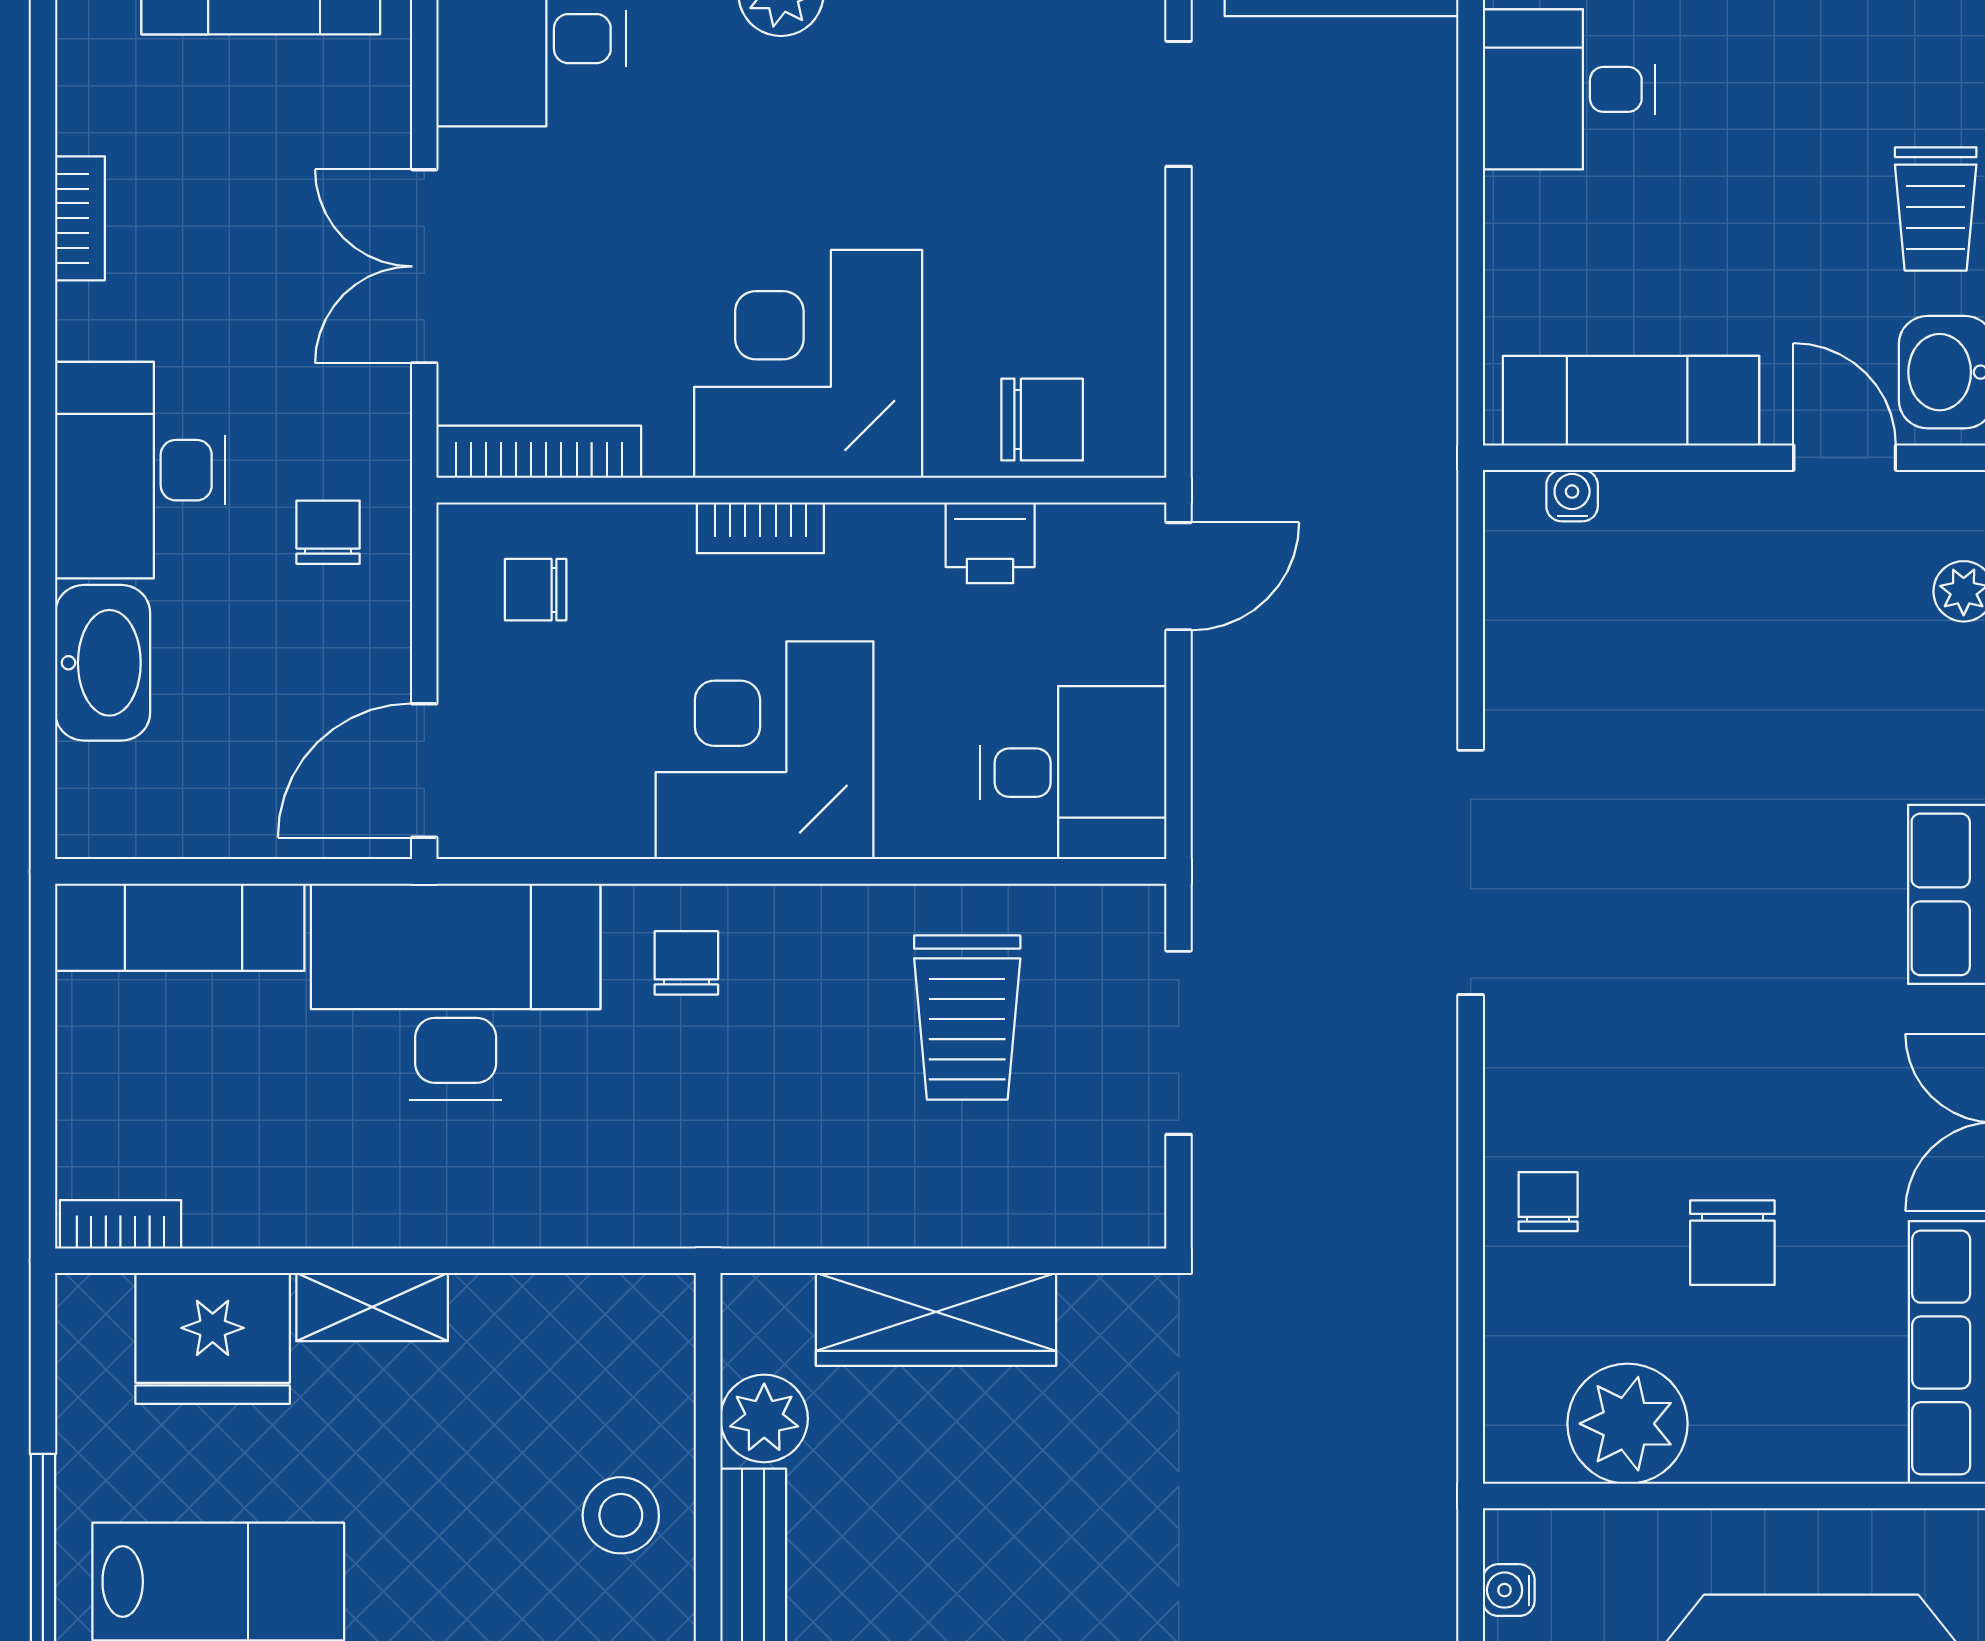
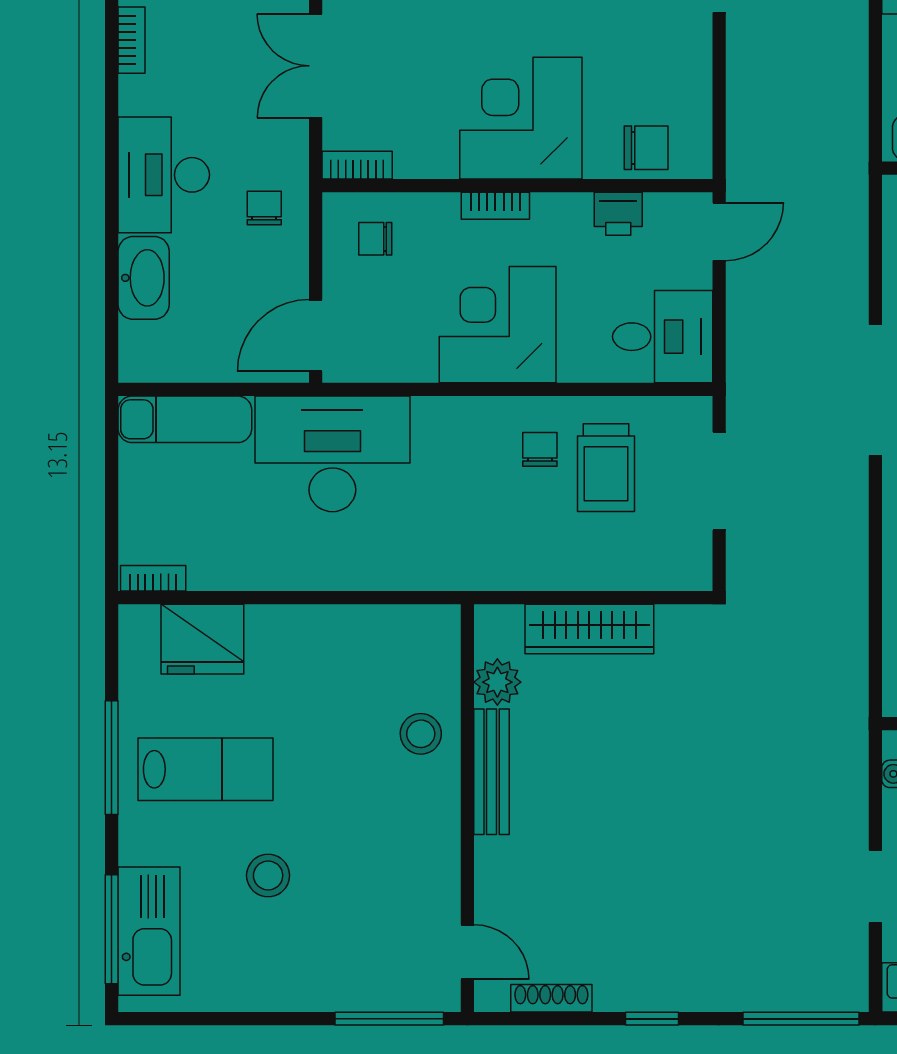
bookcase: (539, 452) -> (357, 165), width x0.64
chair: (686, 963) -> (540, 449), moved
shelving: (372, 1307) -> (288, 622), removed

